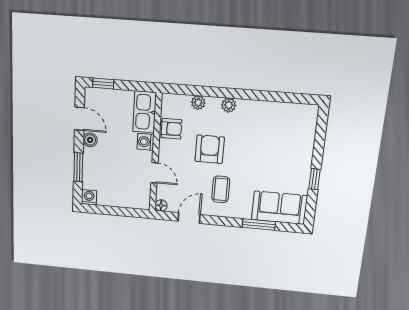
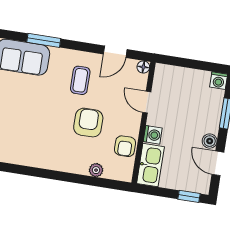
plant: (229, 105) -> (66, 165), removed
armchair: (171, 129) -> (125, 146), turned -90
armchair: (210, 149) -> (88, 123), turned 180

